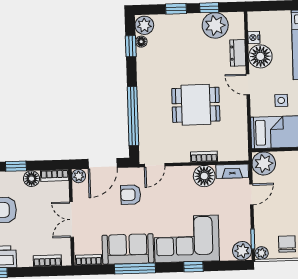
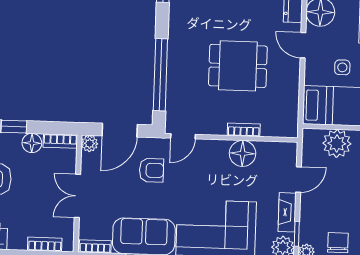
plant: (264, 163) -> (337, 143), moved
fireplace: (232, 171) -> (287, 212), moved, turned 90
armchair: (131, 195) -> (151, 170), turned 180

